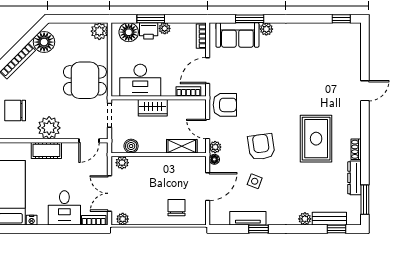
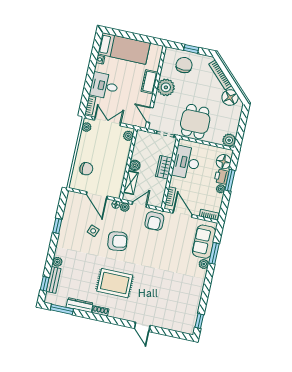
boiler: (131, 146) -> (135, 165), moved
tv unit: (248, 218) -> (67, 220), removed

